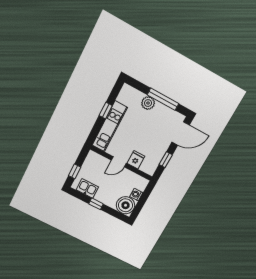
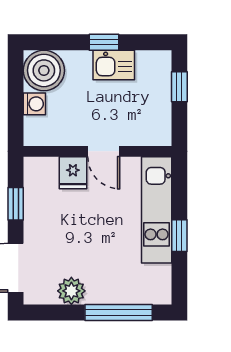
window: (163, 99) -> (119, 313), moved
plant: (148, 103) -> (71, 291), moved
door: (119, 162) -> (104, 151), swing flipped
kitchen sink: (87, 188) -> (114, 65), moved

